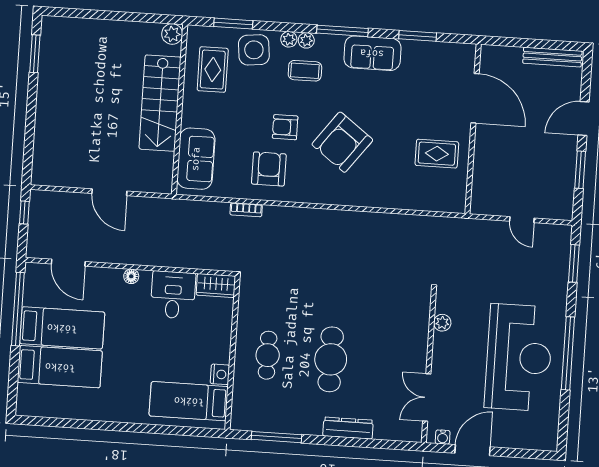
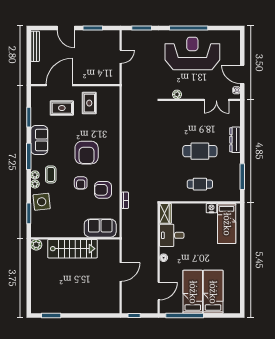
rug: (213, 70) -> (62, 108), moved
armchair: (342, 142) -> (87, 153), turned 53

